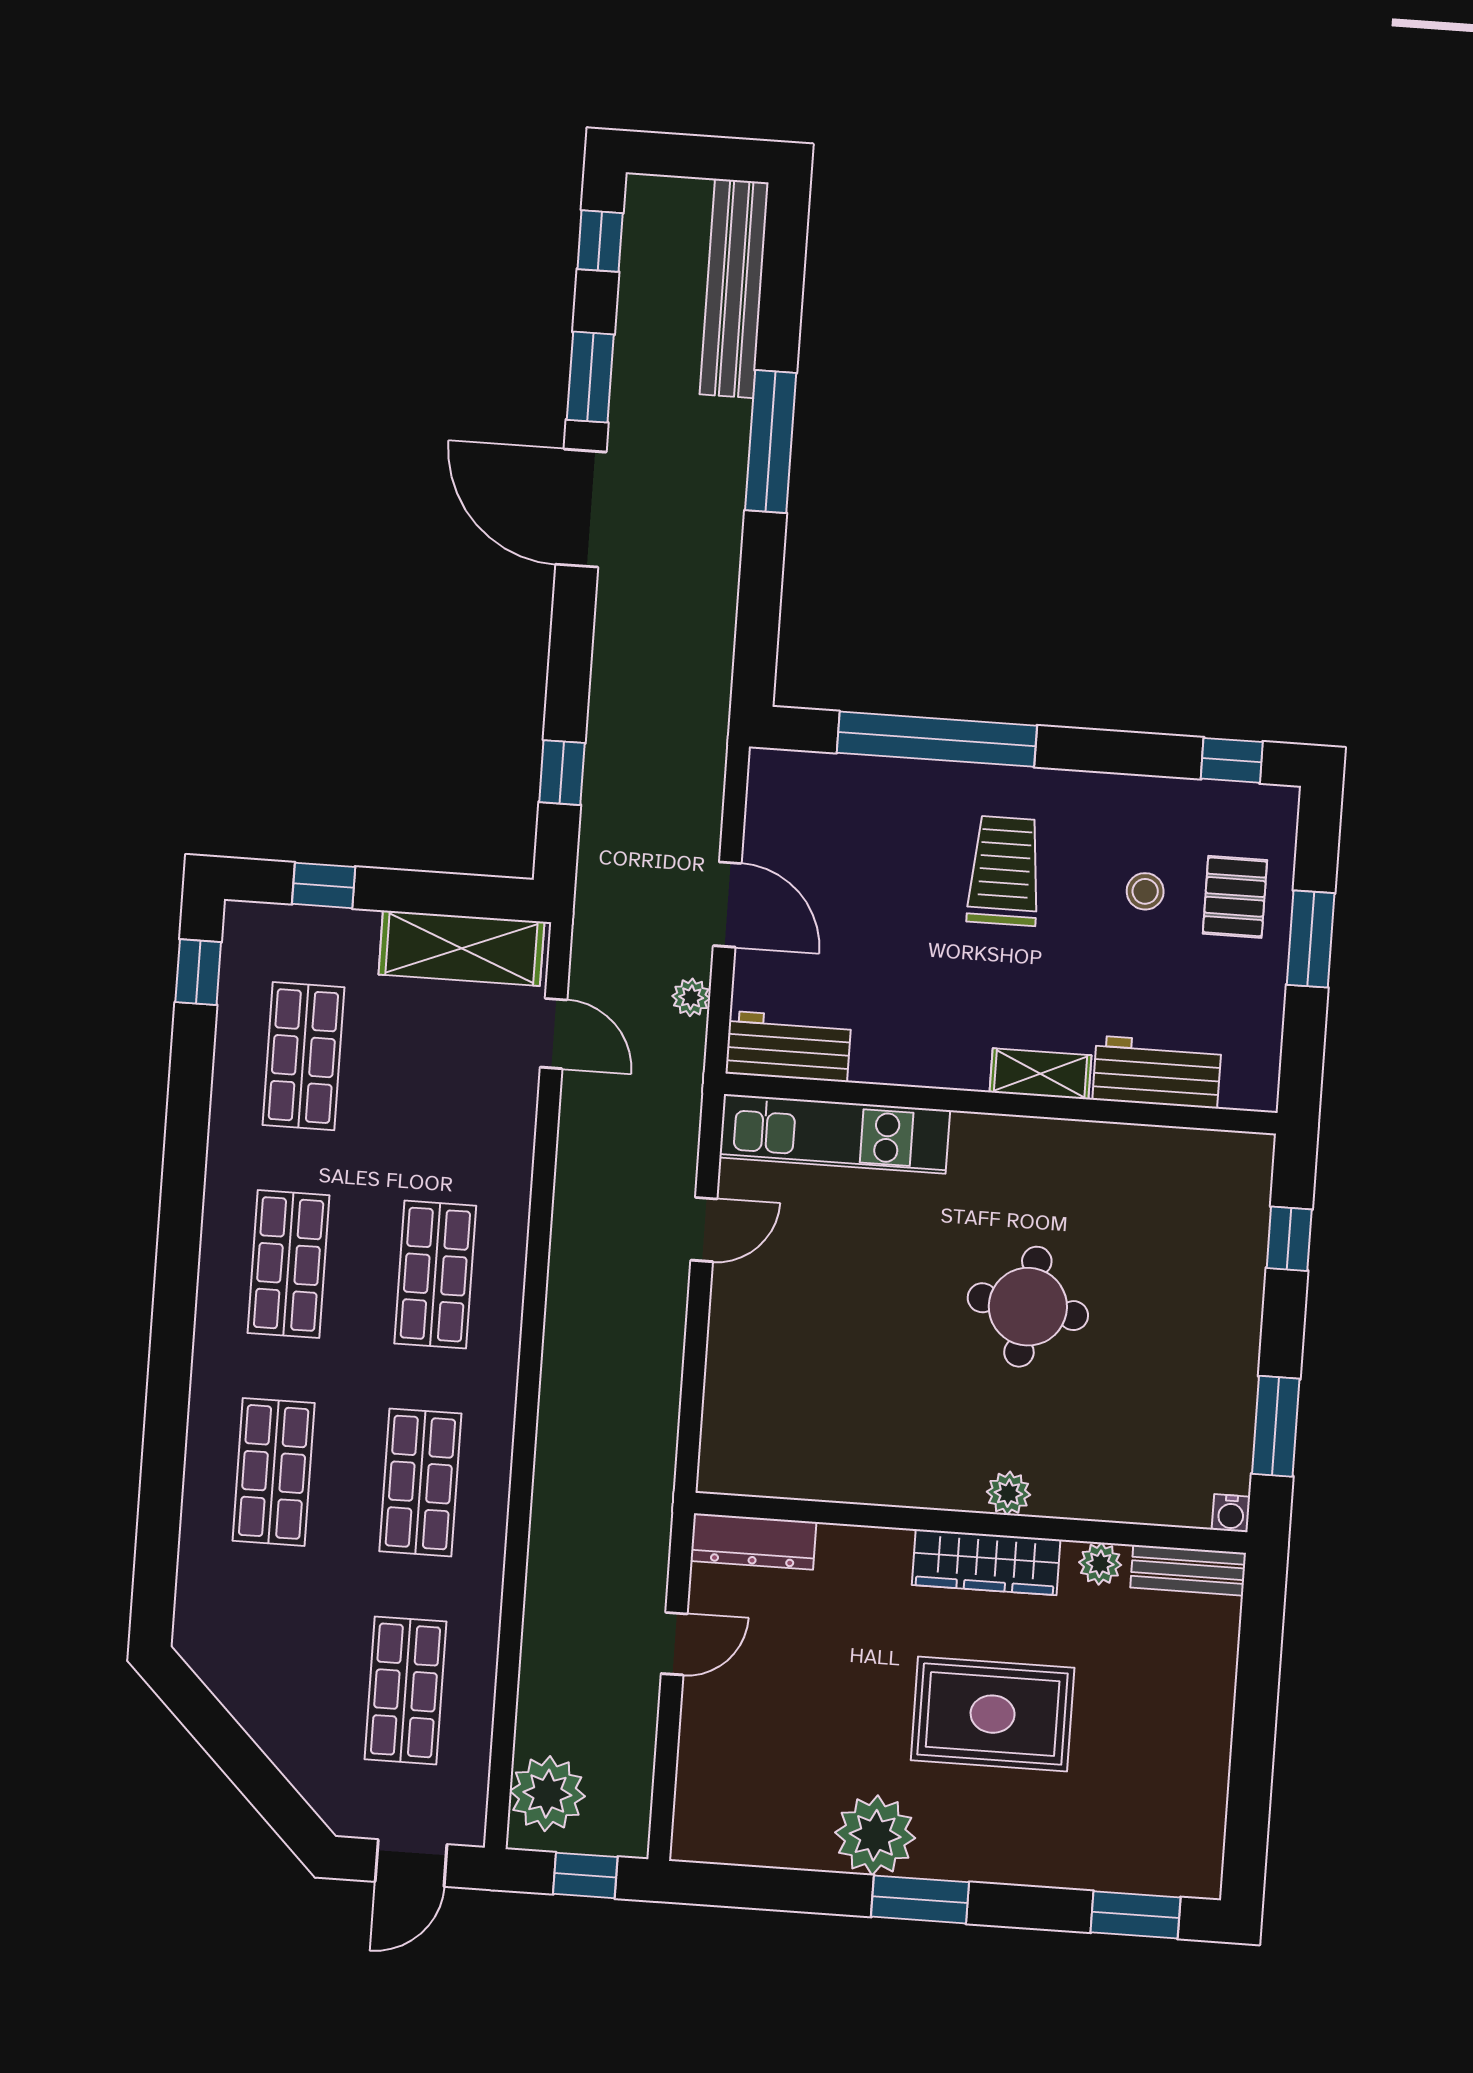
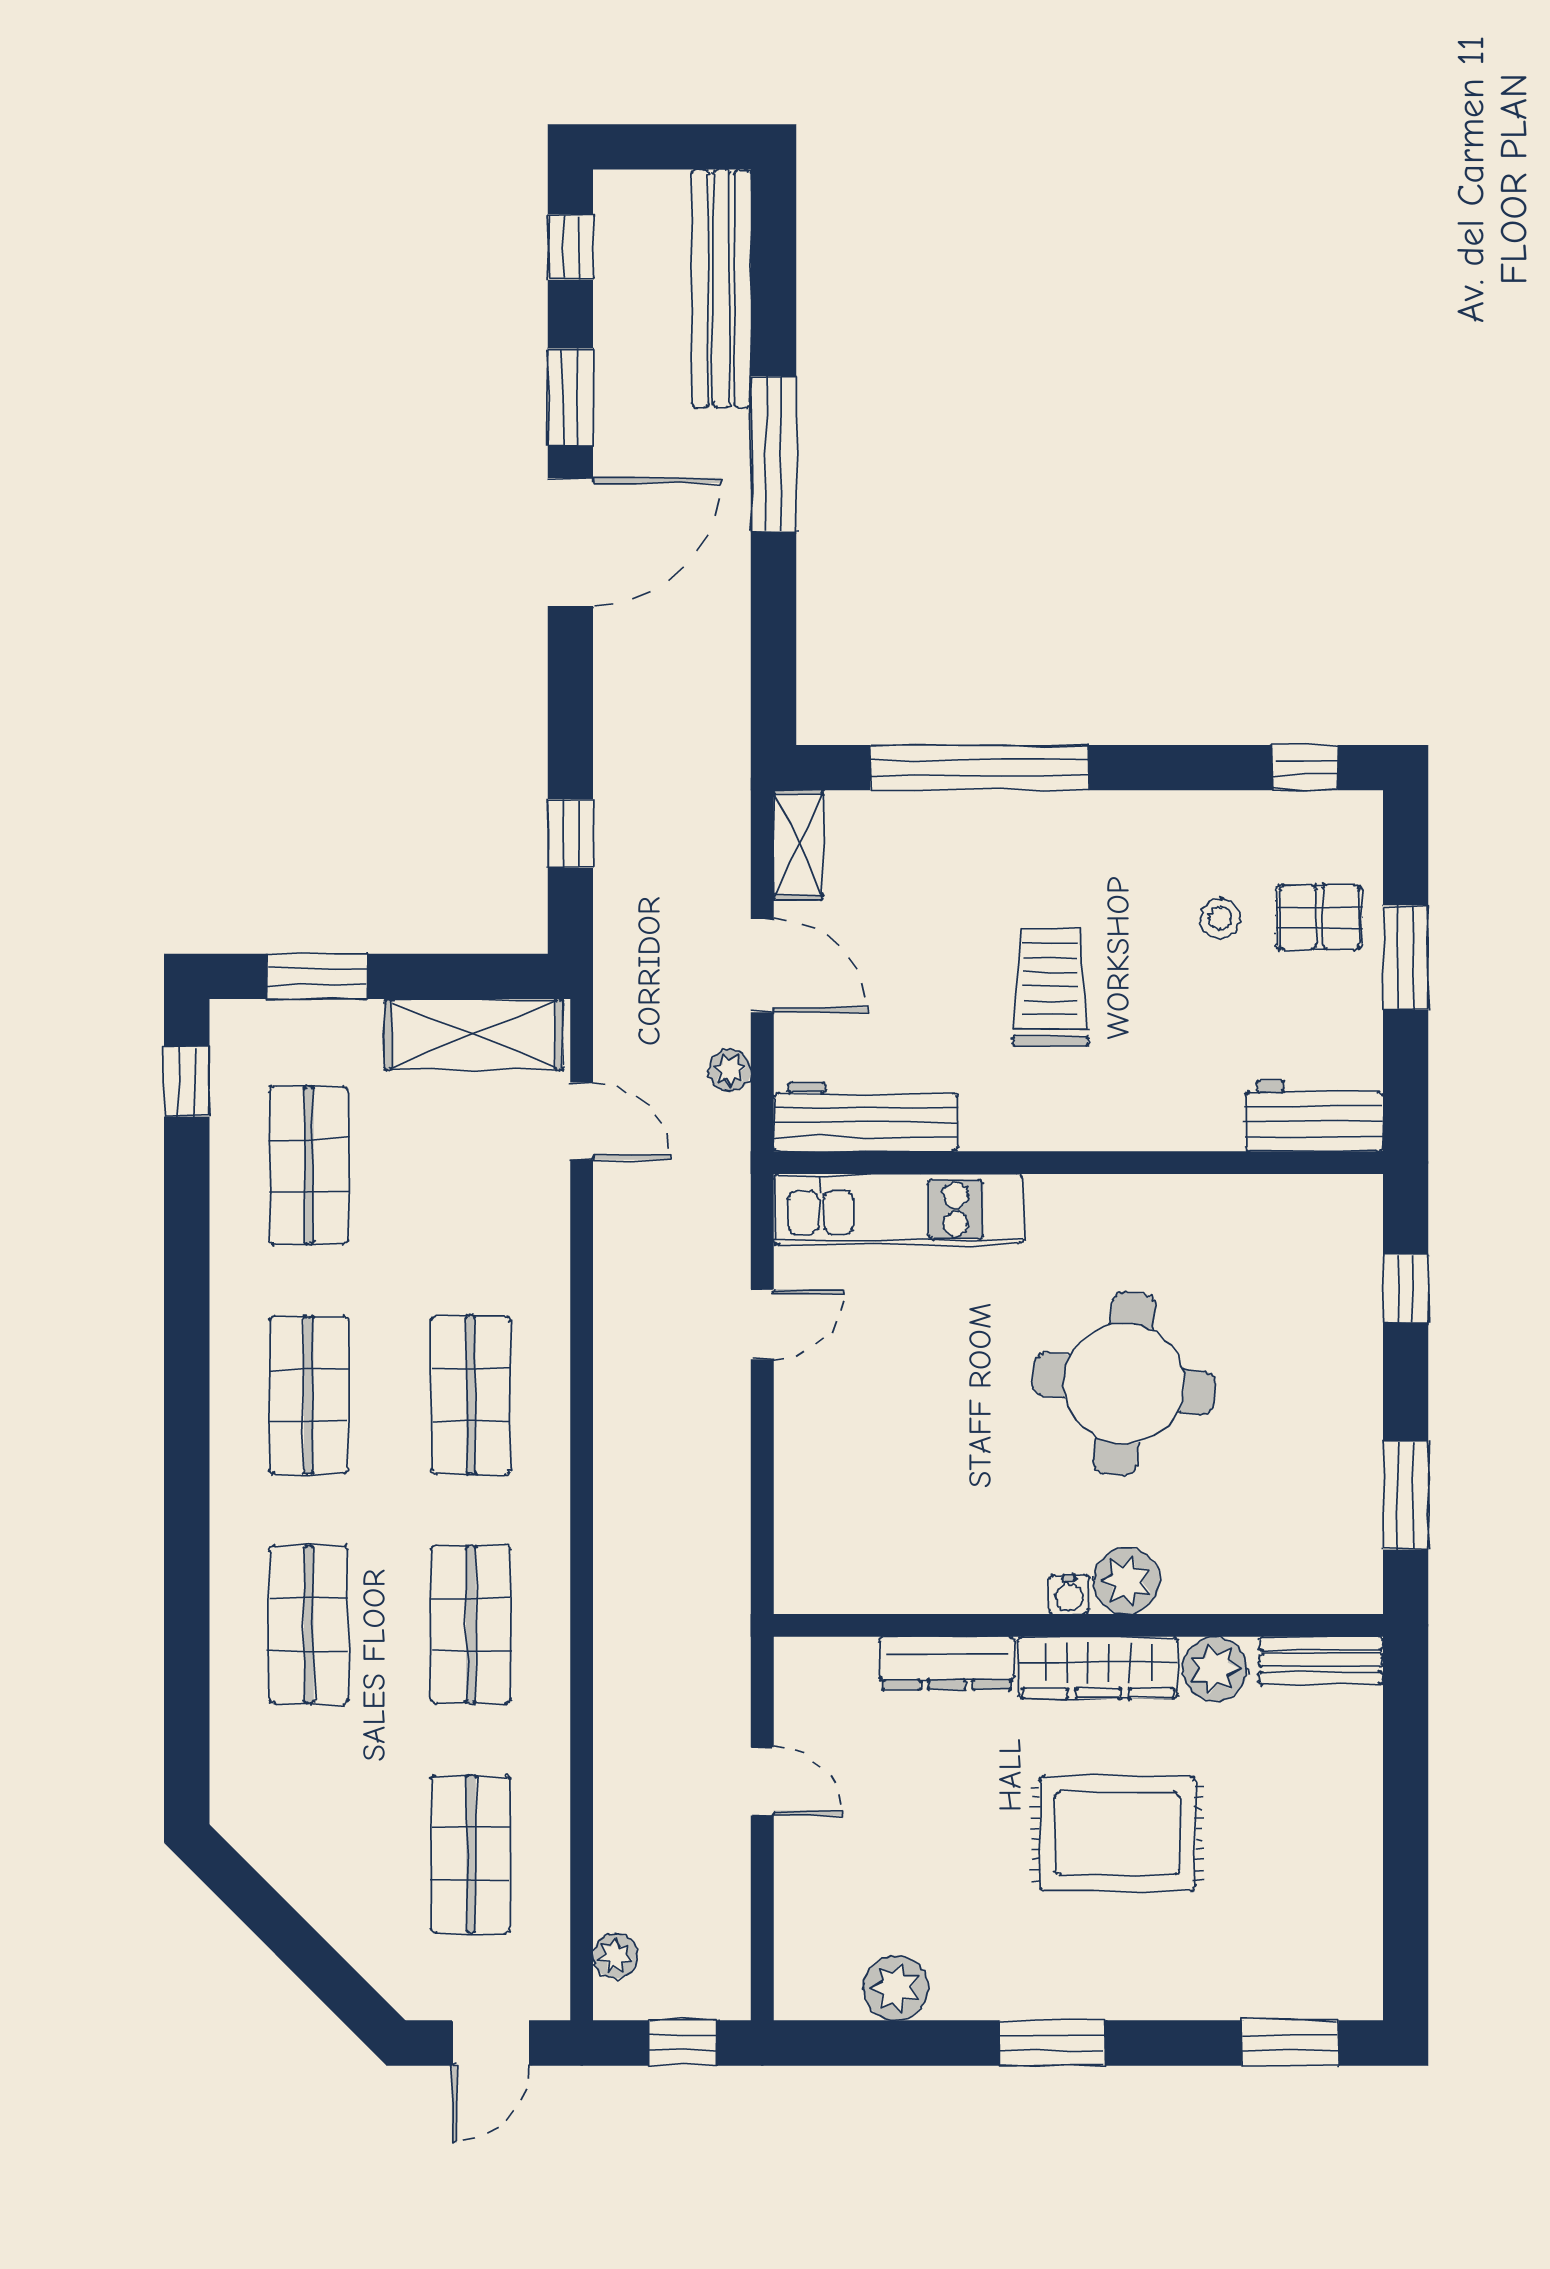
door: (581, 508) -> (570, 542), swing flipped
trolley: (1005, 871) -> (1050, 987), moved
window: (324, 885) -> (318, 976), width x1.50
pallet: (1235, 897) -> (1319, 917), turned 90
workbench: (788, 1046) -> (866, 1117), width x1.38
workbench: (1157, 1072) -> (1314, 1116), moved
shelving: (1041, 1074) -> (798, 845), moved, turned 90
round table: (1028, 1307) -> (1124, 1384), width x1.36, depth x1.36
plant: (1008, 1493) -> (1126, 1581), width x1.38, depth x1.38
water cooler: (1231, 1513) -> (1069, 1594), moved
dresser: (753, 1542) -> (946, 1663), moved
plant: (1100, 1564) -> (1215, 1669), width x1.38, depth x1.38
door: (674, 1644) -> (762, 1781), hinge flipped
plant: (547, 1794) -> (615, 1956), width x0.53, depth x0.53
plant: (875, 1835) -> (896, 1988), moved, width x0.73, depth x0.73

